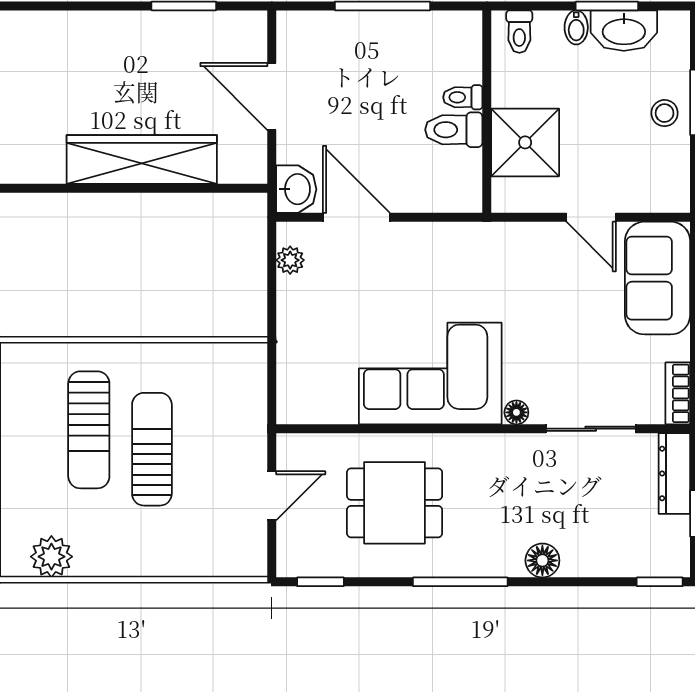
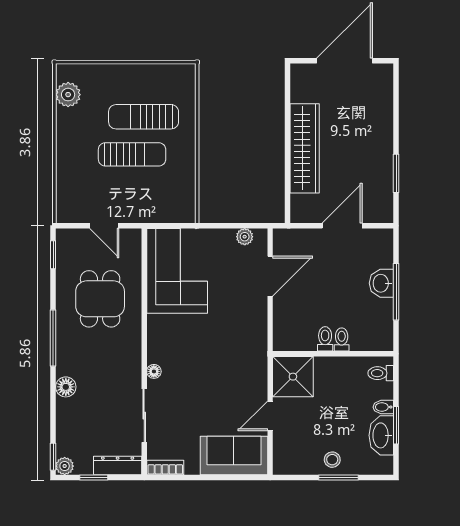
toilet: (454, 130) -> (325, 339), width x0.73, depth x0.72
shower: (525, 142) -> (293, 377), moved
washbasin: (296, 189) -> (381, 283), moved, turned 90
corner sofa: (430, 373) -> (177, 271), moved
plant: (675, 562) -> (65, 466), added

